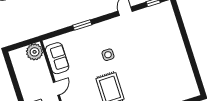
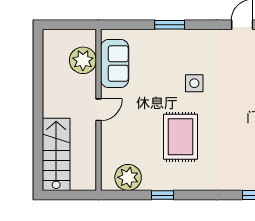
plant: (35, 52) -> (83, 60), moved

